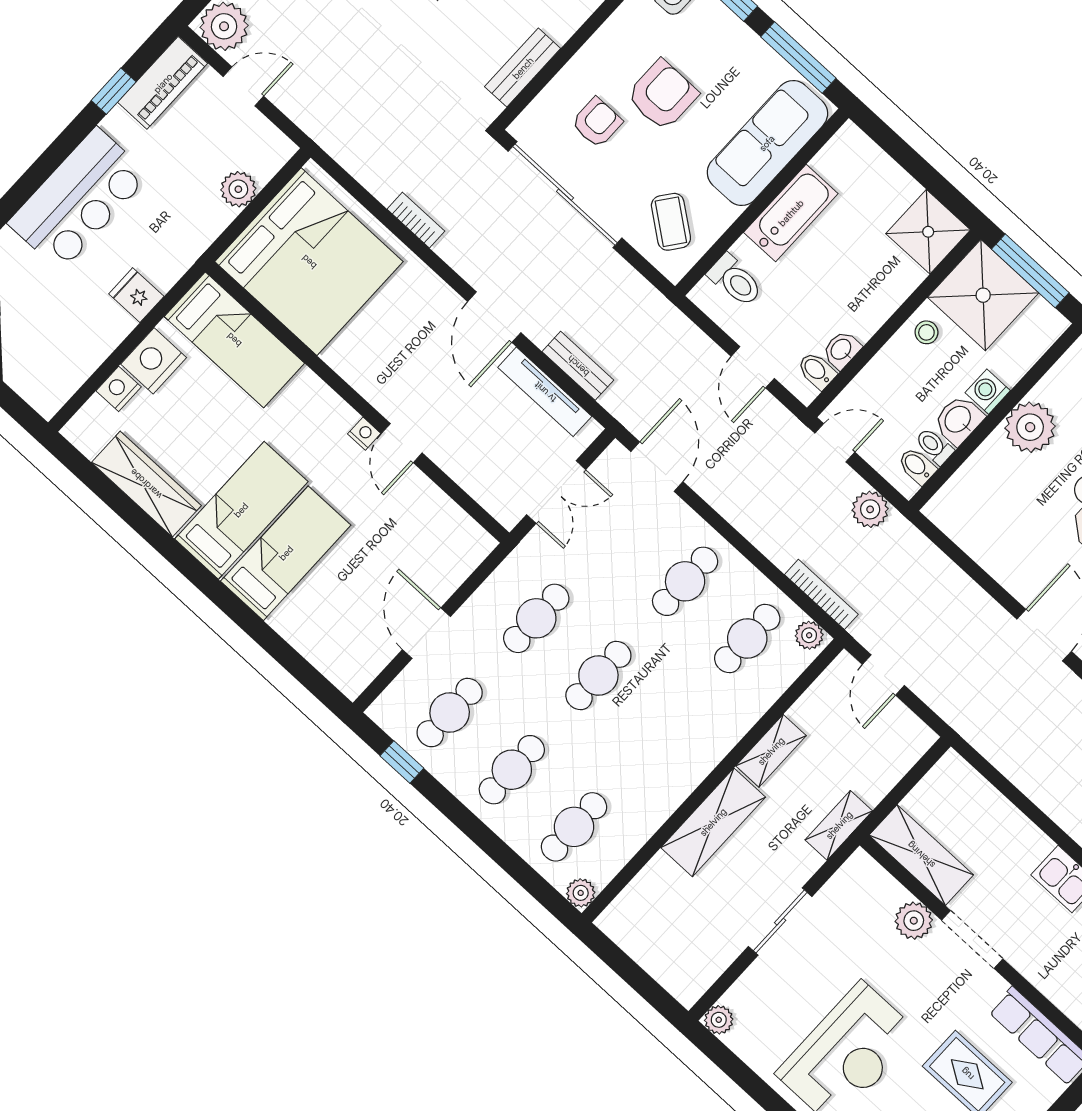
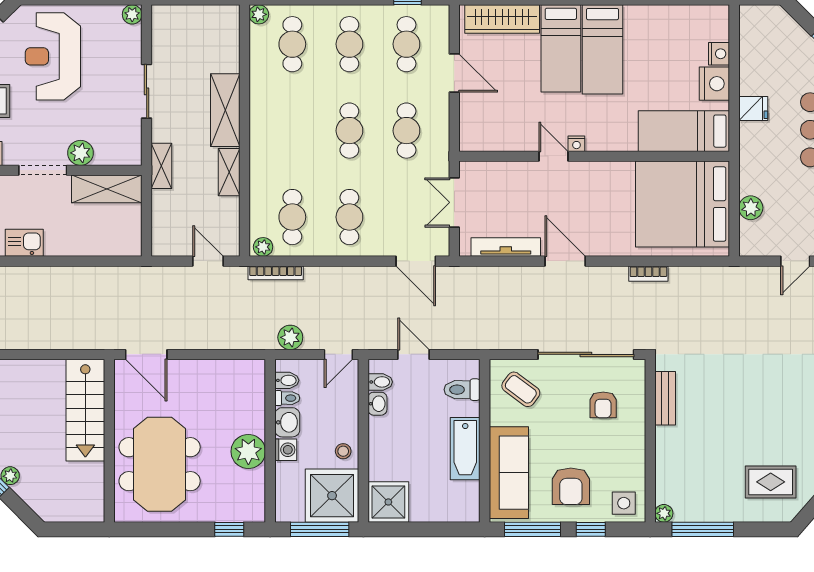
armchair: (662, 95) -> (571, 486), moved
bench: (578, 366) -> (501, 275), removed
wardrobe: (146, 484) -> (502, 19), moved

